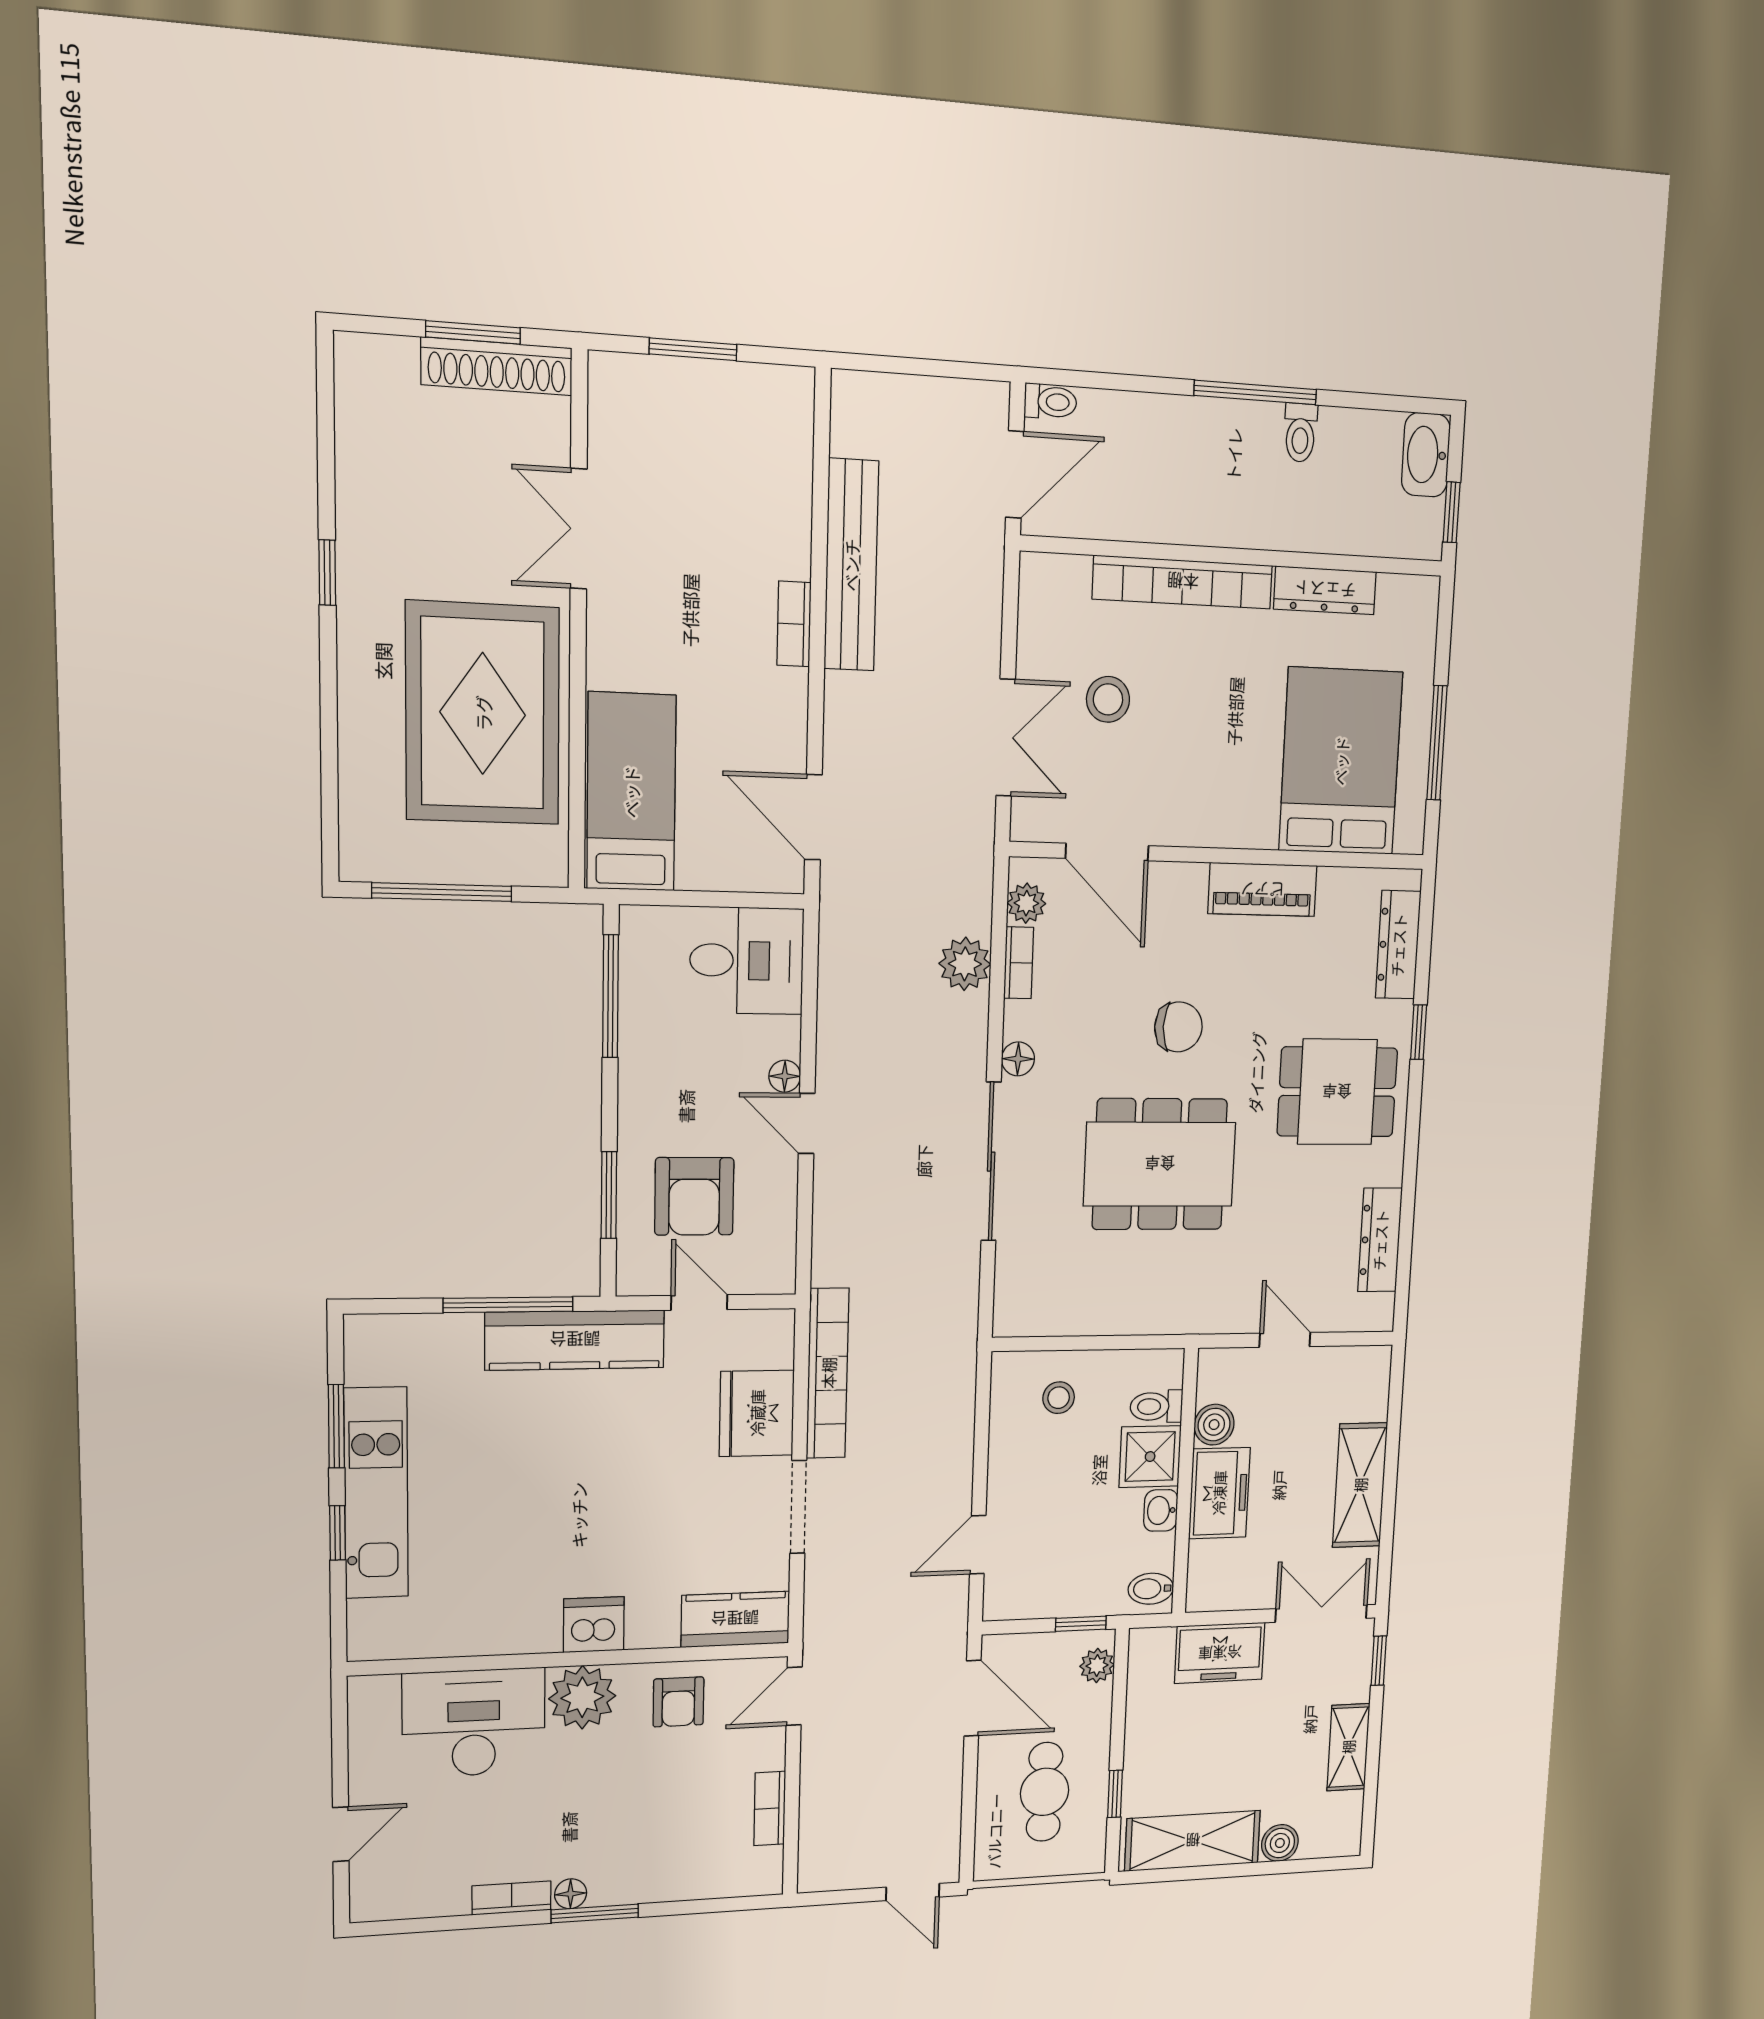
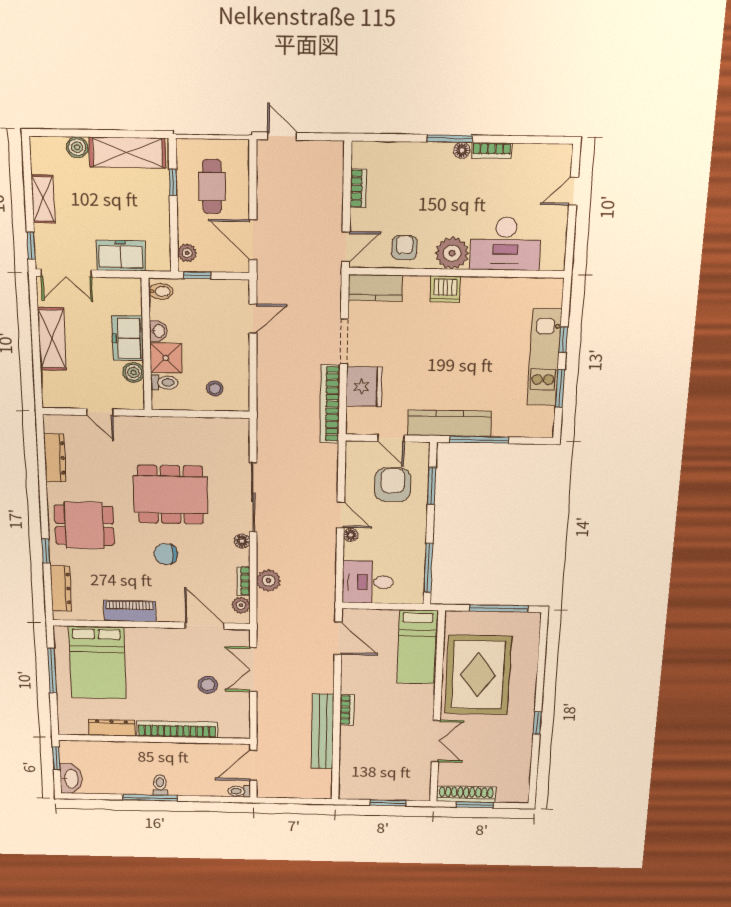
toilet: (1300, 433) -> (160, 785), moved

